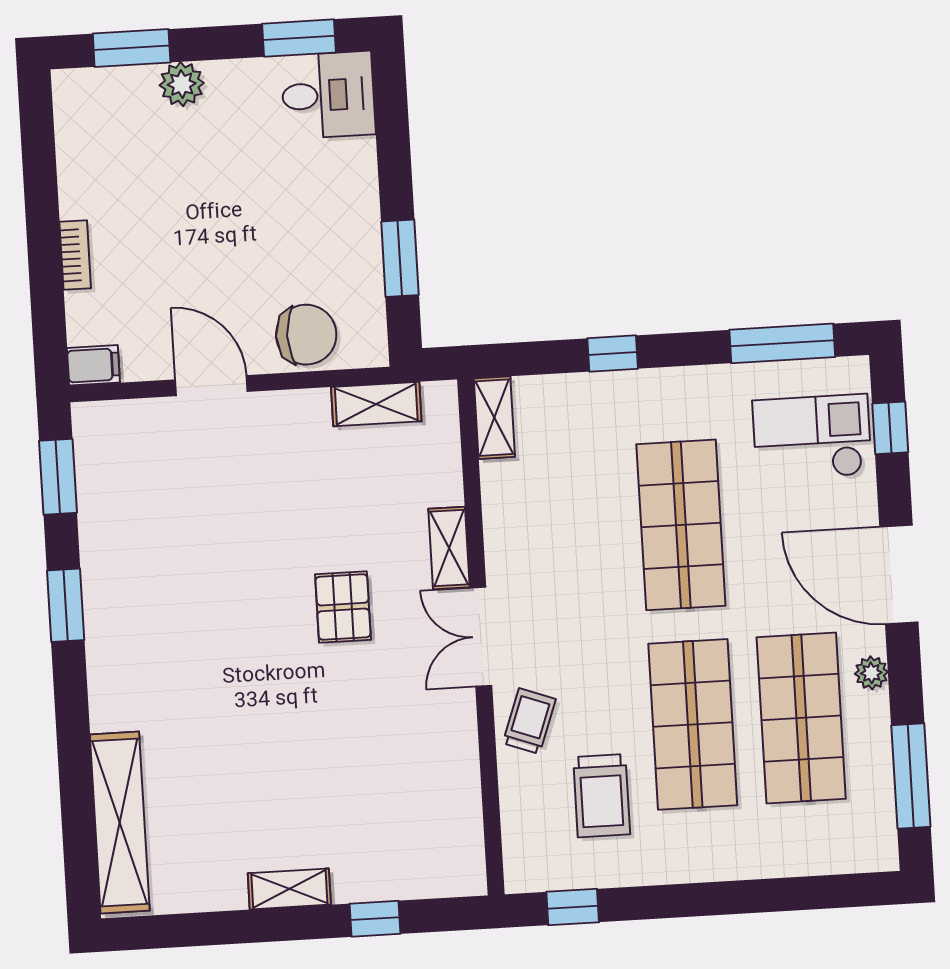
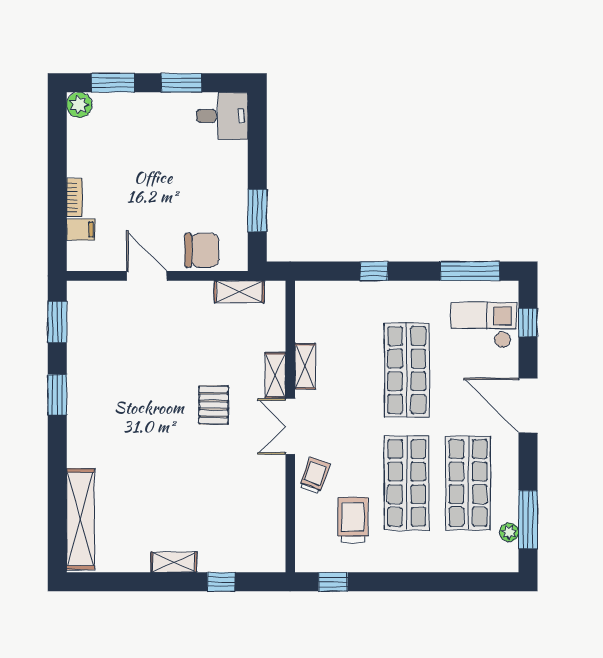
window: (299, 38) -> (181, 83), moved
plant: (182, 84) -> (79, 105), moved
filing cabinet: (93, 365) -> (81, 230), moved
shelving: (494, 418) -> (305, 366), moved
plant: (871, 673) -> (509, 532), moved
trolley: (602, 796) -> (353, 520), turned 180

